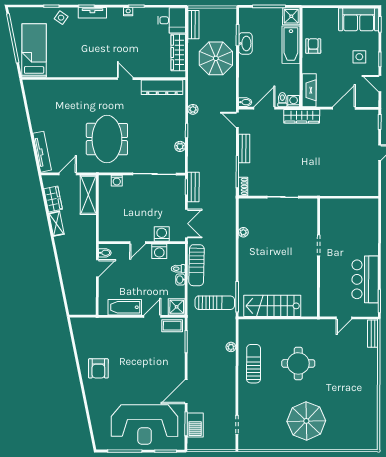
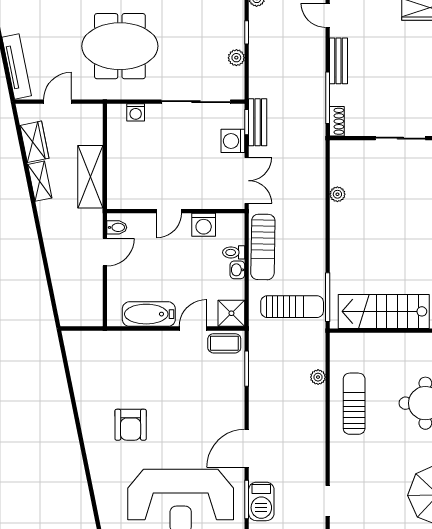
meeting table: (107, 139) -> (120, 46), turned 90
shelving: (88, 195) -> (90, 177), moved
washing machine: (162, 234) -> (233, 141), moved, turned -90
armchair: (98, 368) -> (131, 425), moved

